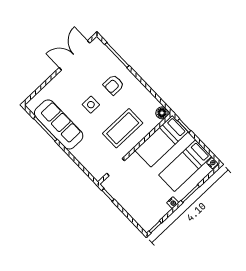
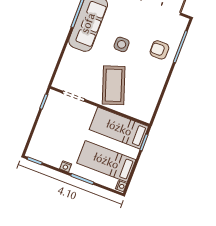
armchair: (114, 85) -> (159, 50), moved
floor lamp: (162, 113) -> (146, 116), removed
coffee table: (123, 128) -> (114, 85), turned 71

